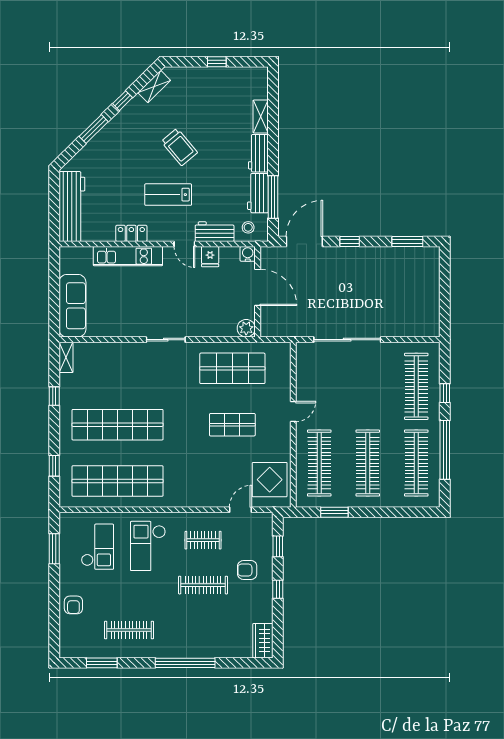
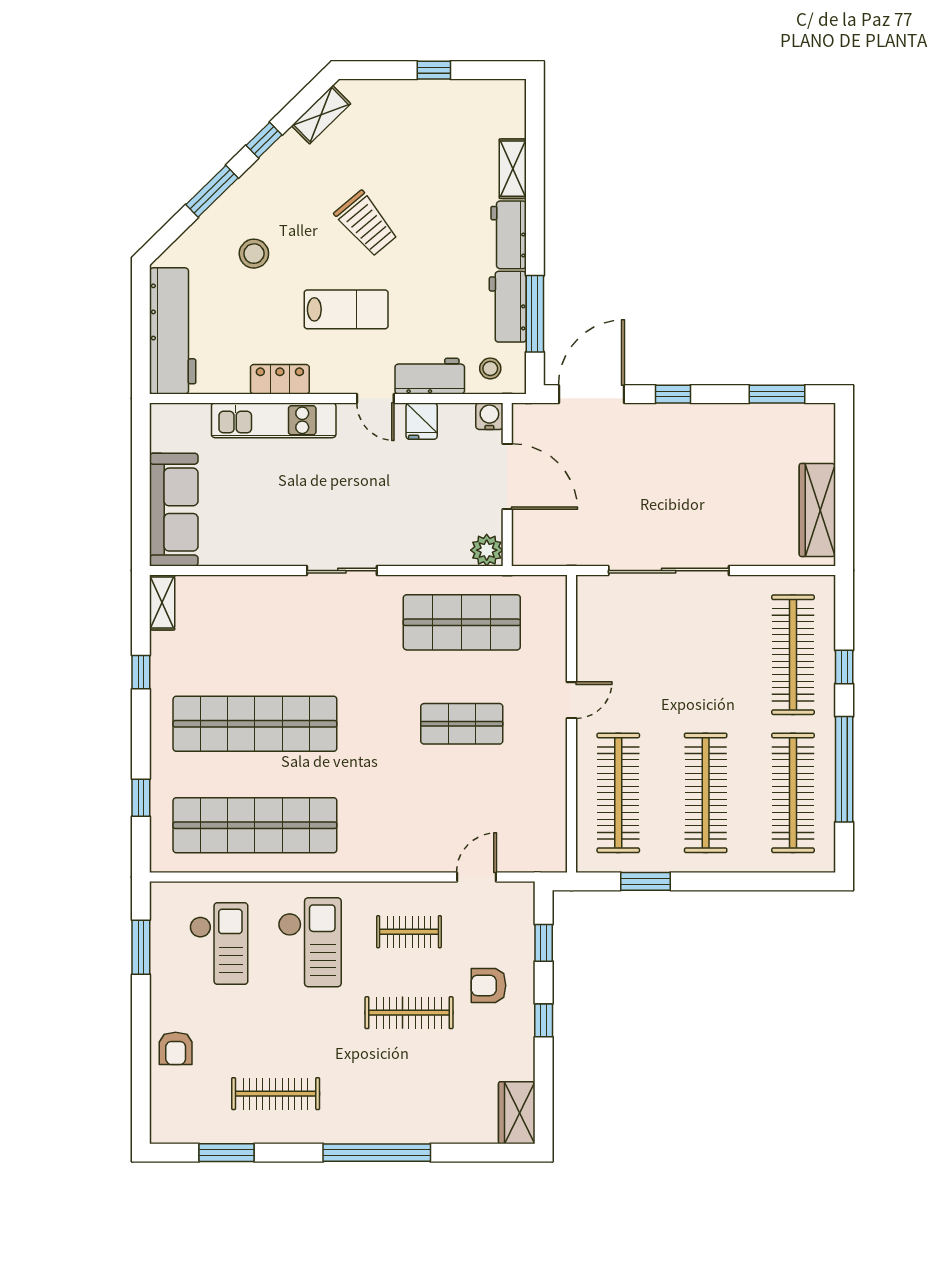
stool: (117, 164) -> (254, 254), added
lab bench: (168, 195) -> (346, 309), turned 180
wardrobe: (430, 306) -> (817, 510), added
display table: (270, 480) -> (529, 823), removed
checkout: (148, 546) -> (310, 942), turned 180

